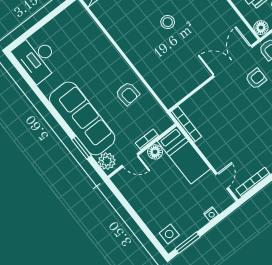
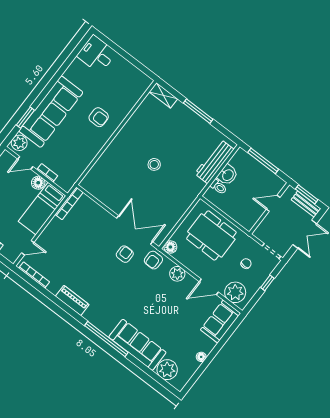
desk: (37, 58) -> (97, 54), width x0.73
armchair: (256, 79) -> (125, 254), turned -90
armchair: (128, 94) -> (99, 117), moved, turned -85
door: (130, 160) -> (25, 163), hinge flipped

